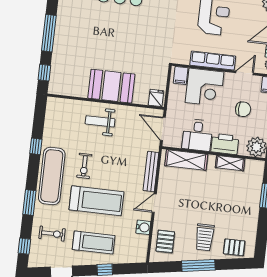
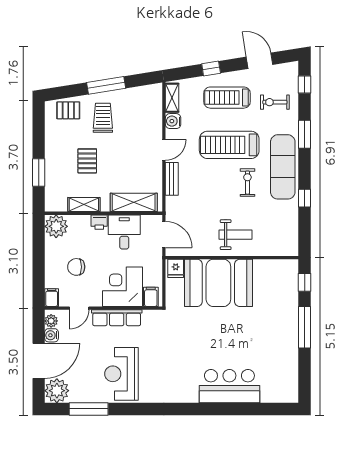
booth: (111, 86) -> (218, 283), width x1.36, depth x1.42
printer: (225, 144) -> (99, 222), width x0.53, depth x0.68
bench: (151, 172) -> (172, 179), width x0.73
pallet: (165, 241) -> (87, 161), moved
shelving: (142, 248) -> (172, 98), added

